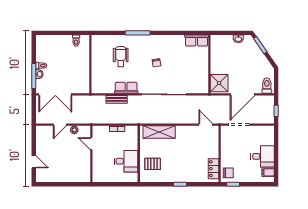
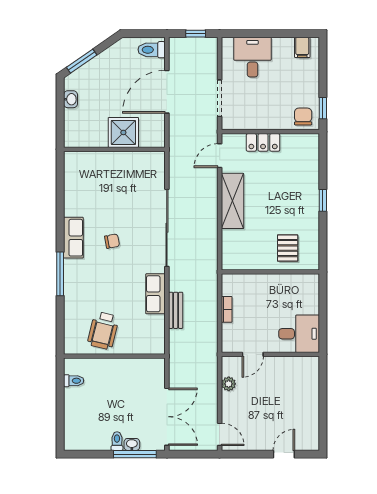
row of seats: (197, 40) -> (73, 238), moved
wheelchair: (121, 57) -> (103, 331), moved, turned -76
shower: (219, 83) -> (123, 132), moved
door: (243, 94) -> (167, 92), swing flipped
door: (60, 125) -> (220, 434), moved
shelving: (159, 132) -> (232, 201), moved
desk: (263, 156) -> (253, 57), moved
desk: (126, 161) -> (299, 334), moved, turned 90
locker: (213, 169) -> (263, 142), moved

